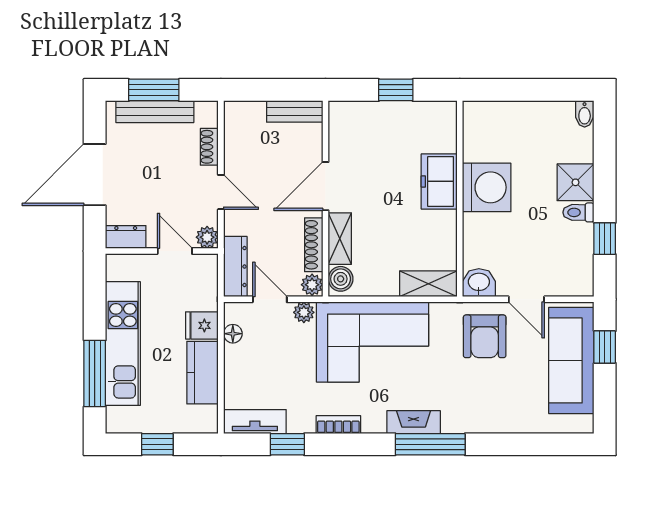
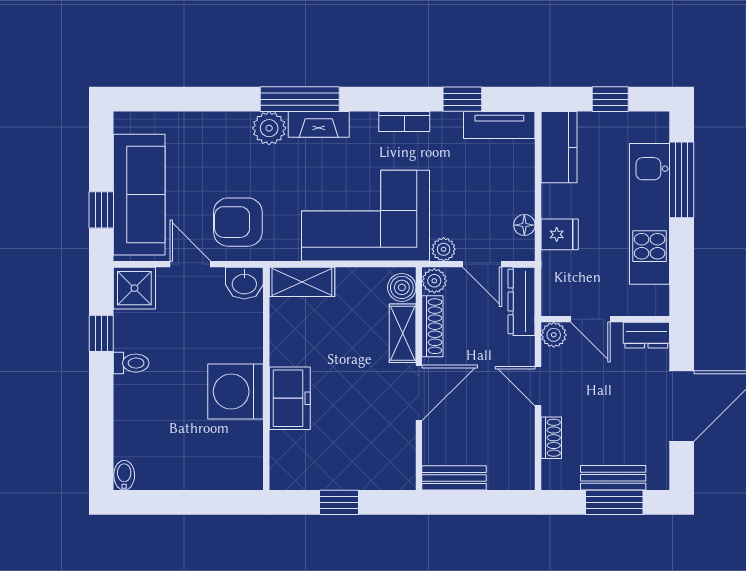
bench: (155, 112) -> (613, 478), width x0.73
shower: (575, 182) -> (134, 288), moved
armchair: (485, 336) -> (238, 222), turned -90
kitchen counter: (202, 373) -> (559, 147), moved
plant: (457, 419) -> (269, 128), added

